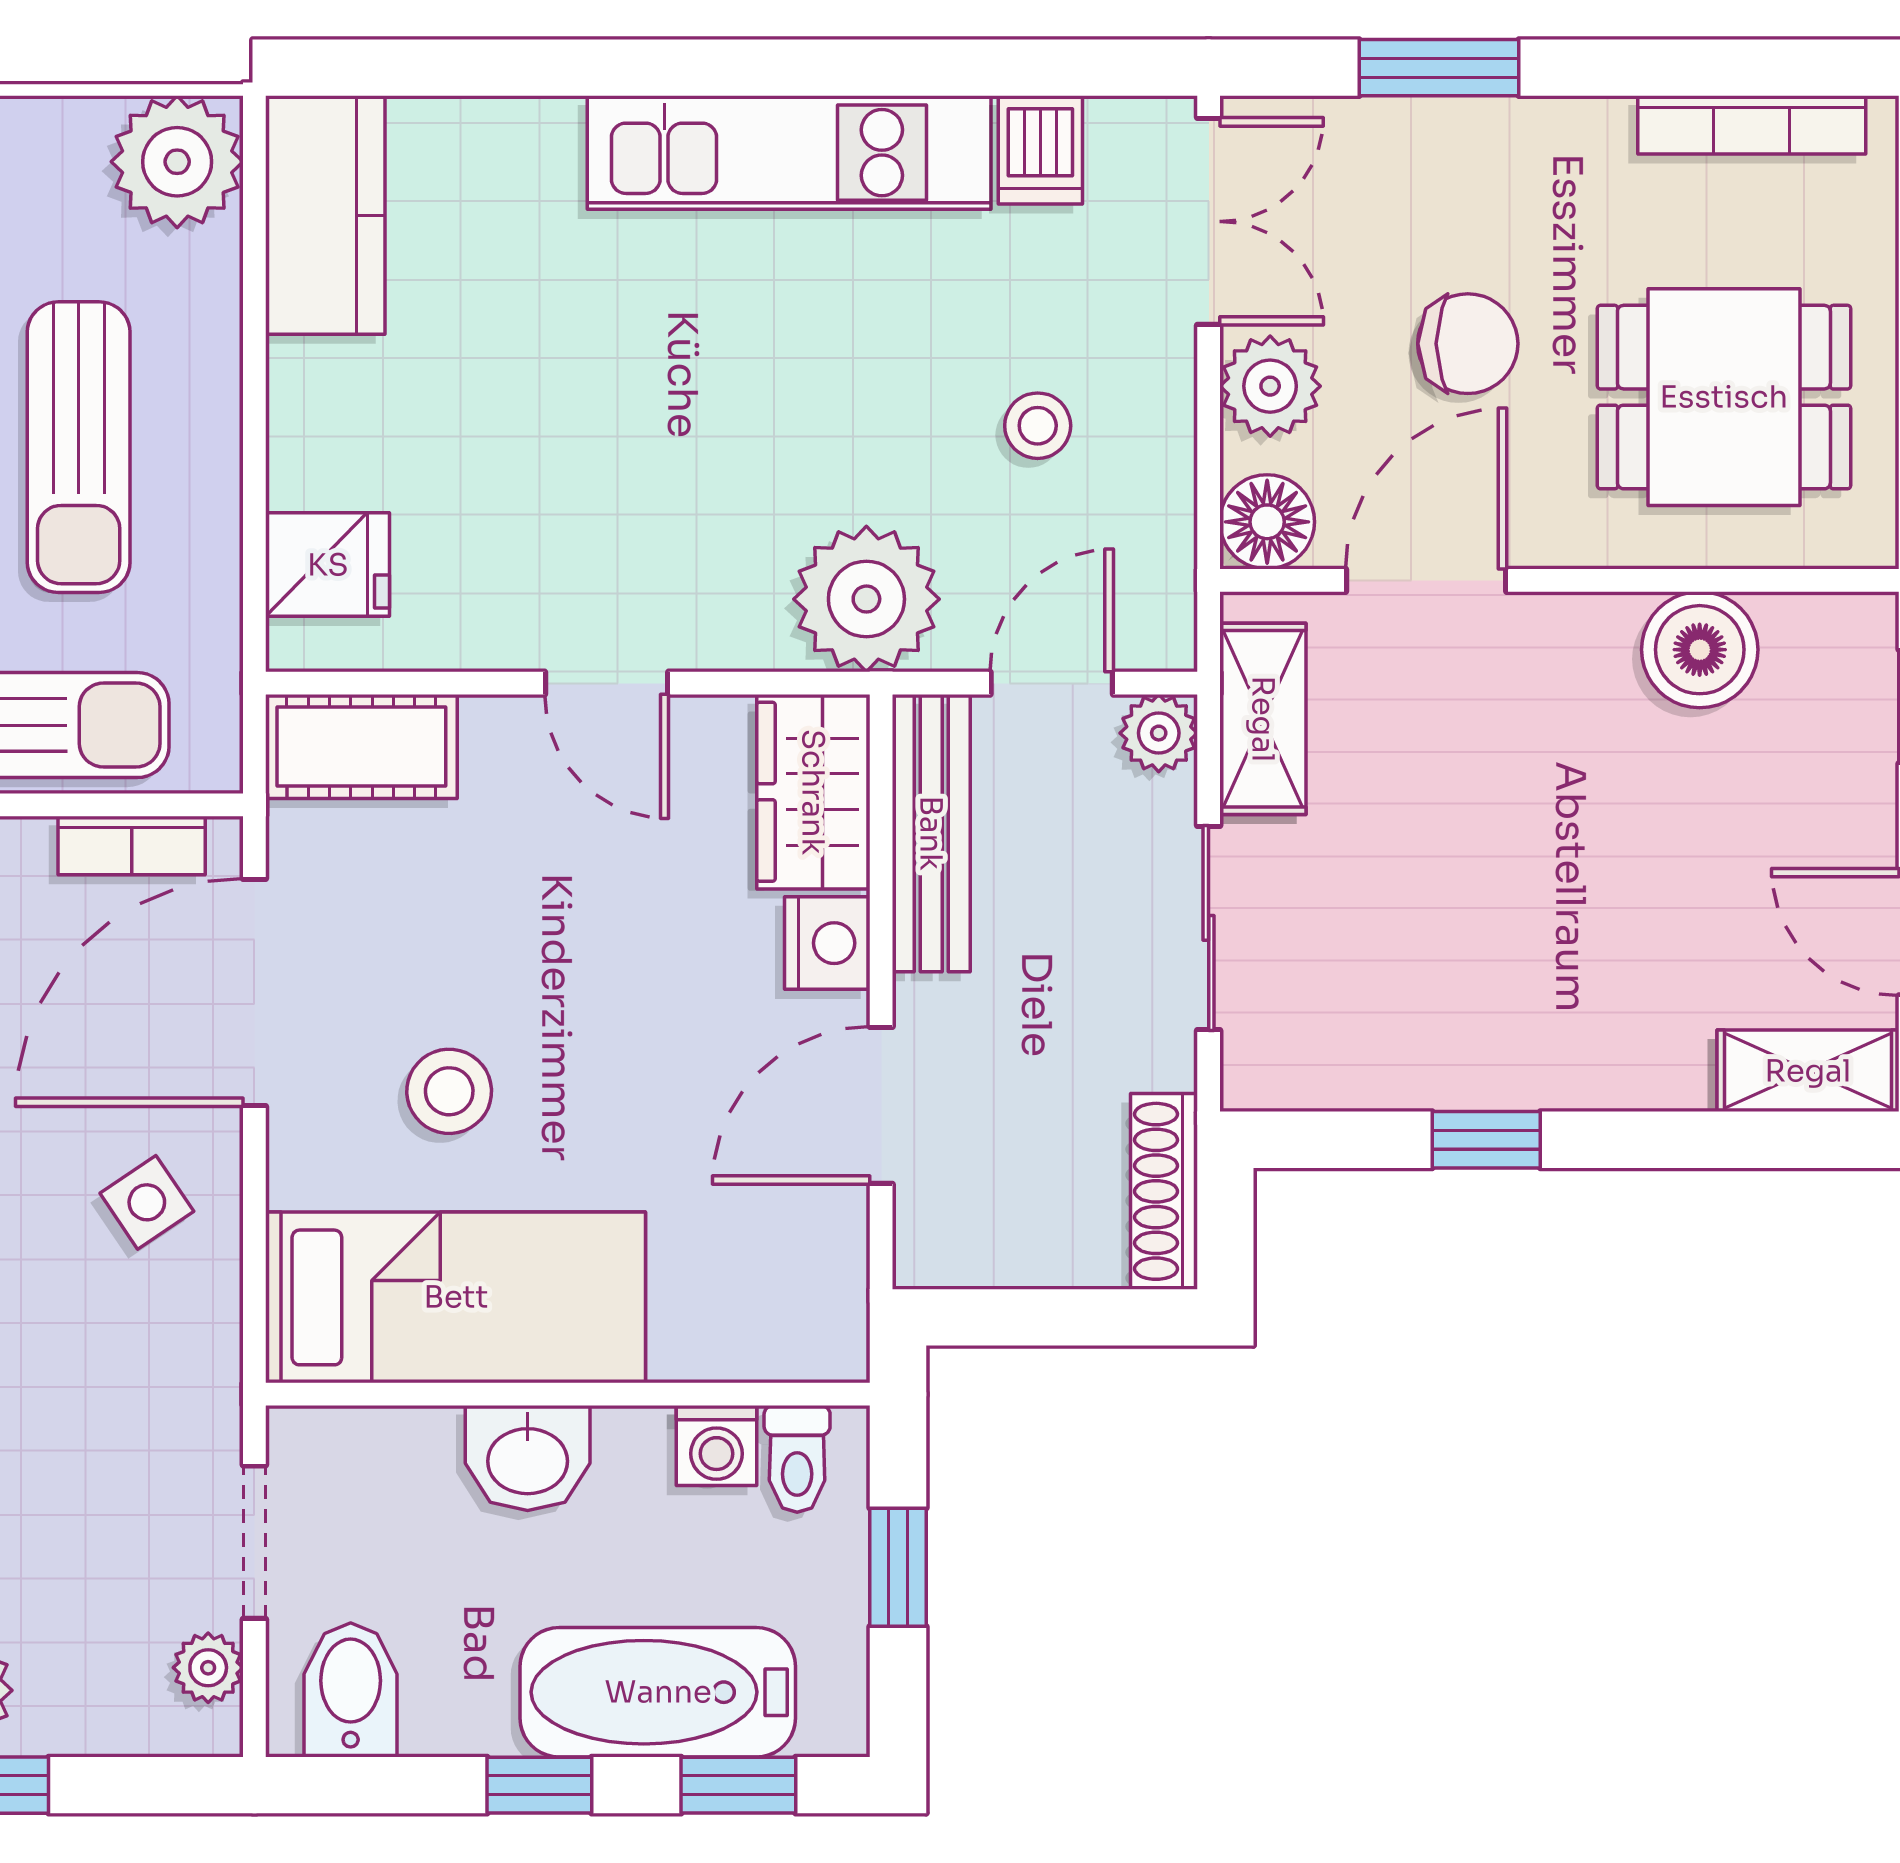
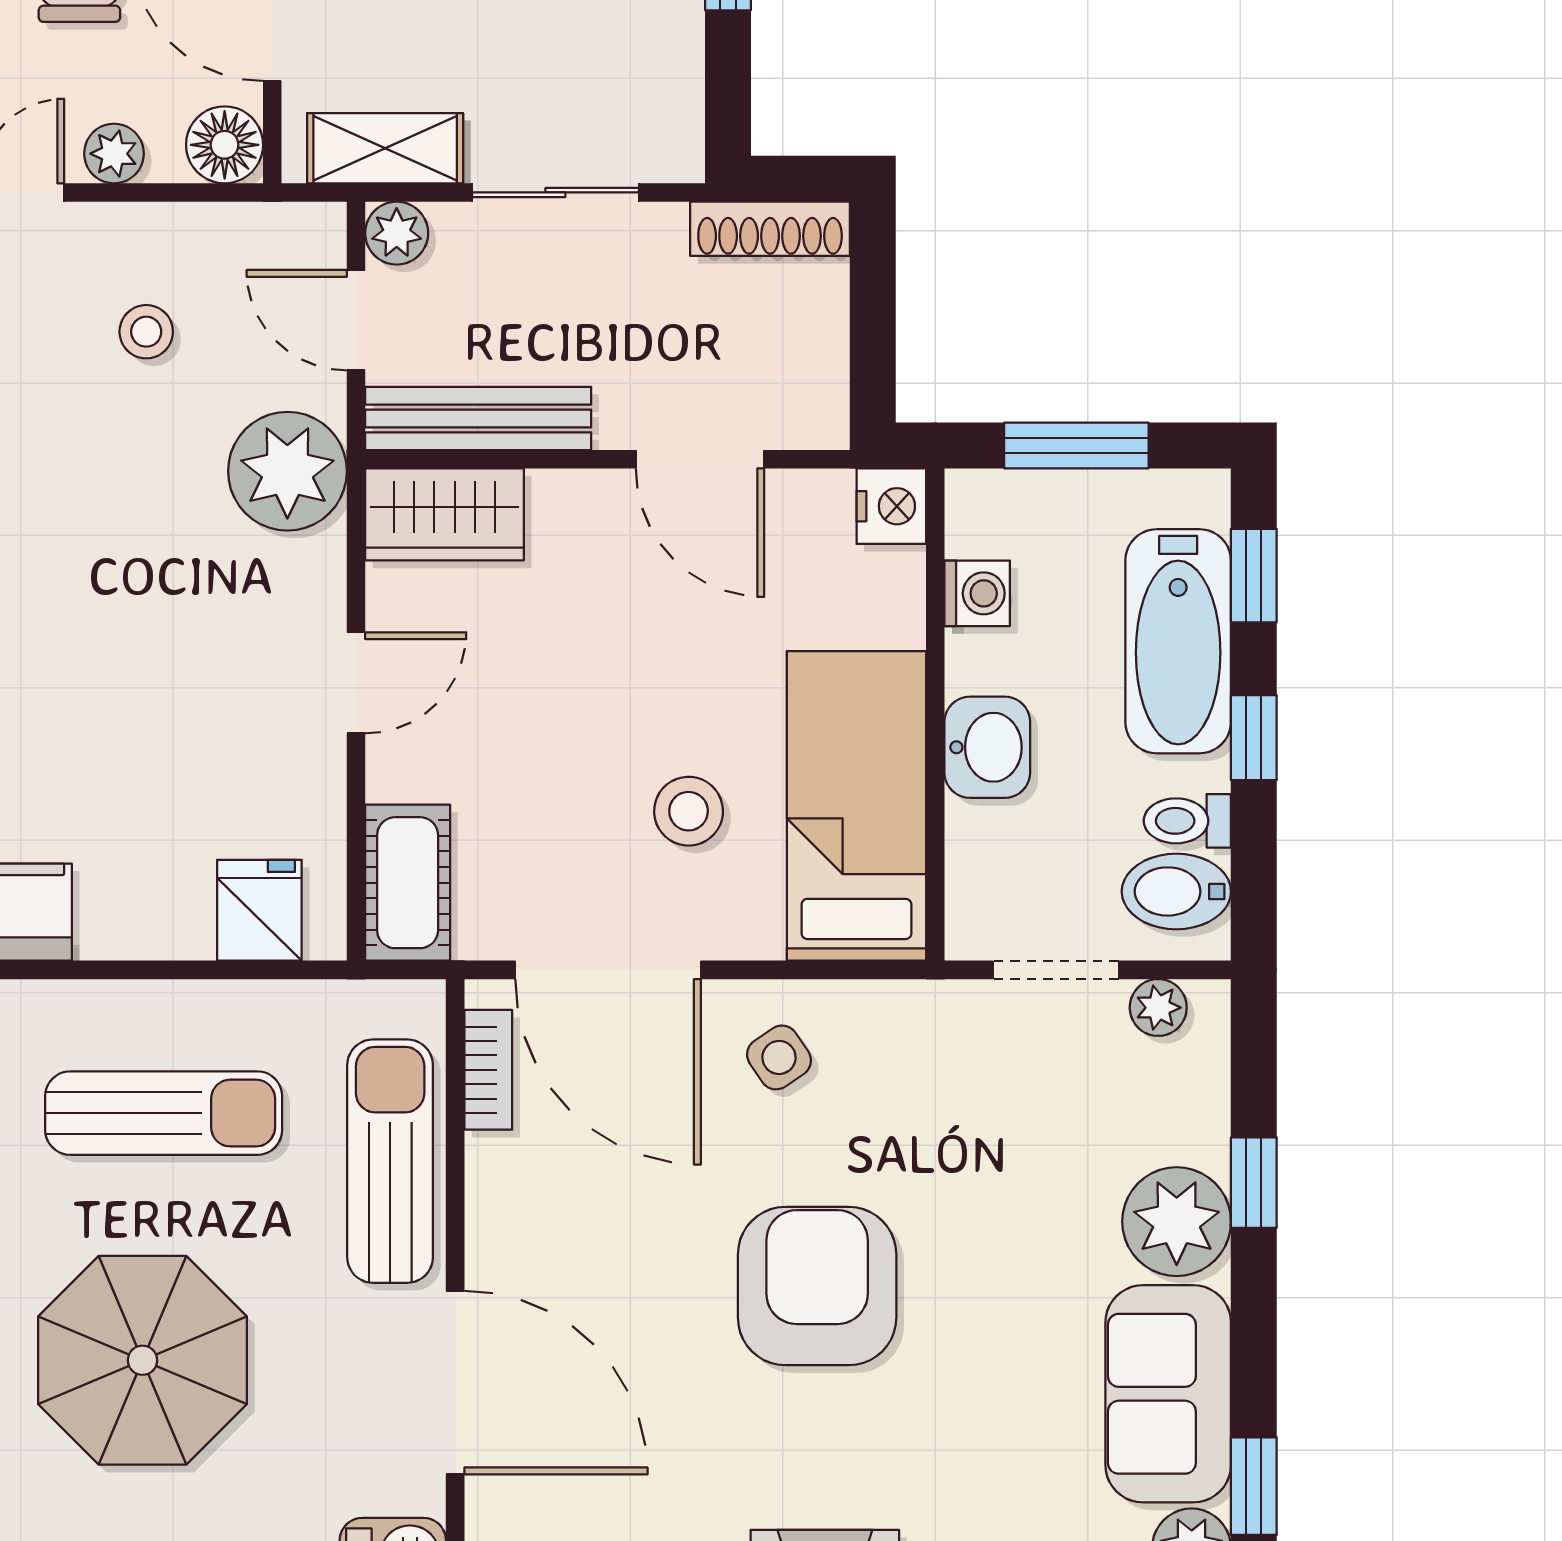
plant: (1270, 386) -> (114, 154), width x0.73, depth x0.73
nightstand: (827, 943) -> (891, 506), moved, turned 90
toilet: (797, 1459) -> (1187, 821), moved, turned 180
window: (898, 1567) -> (1076, 446), width x1.50

